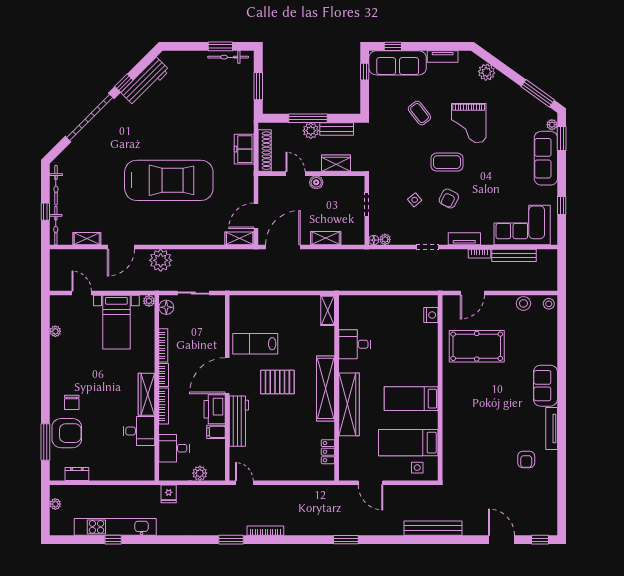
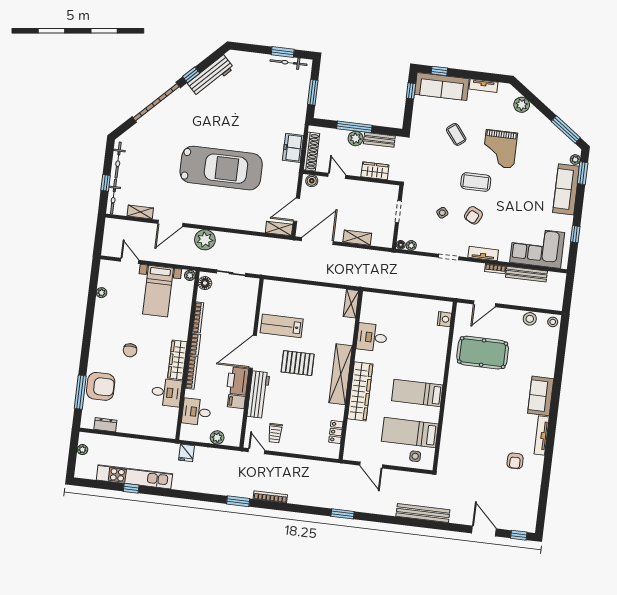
boiler: (316, 182) -> (312, 181), moved
chair: (72, 402) -> (130, 350), moved
trolley: (262, 461) -> (275, 433), added

